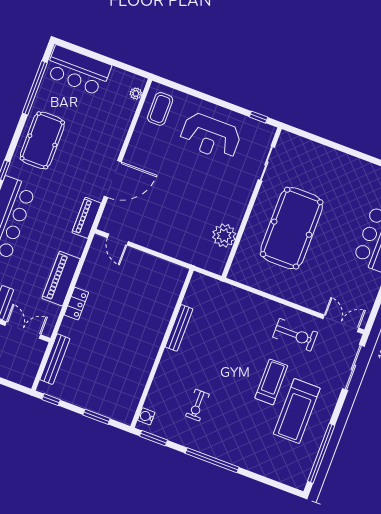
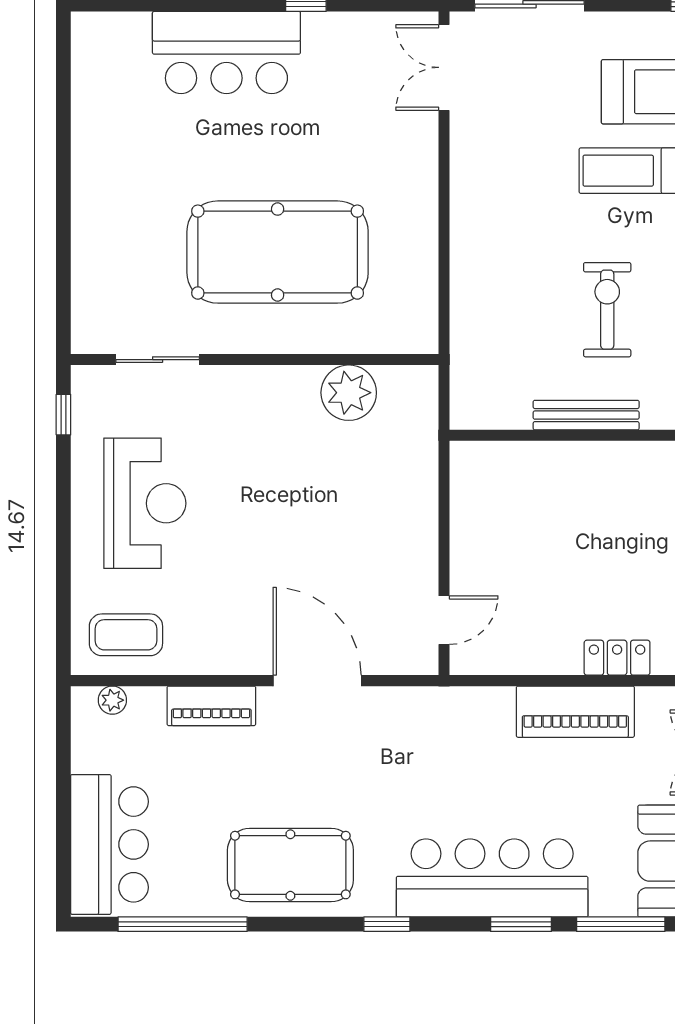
piano: (87, 218) -> (211, 706), moved
exercise bike: (295, 335) -> (607, 310), moved

